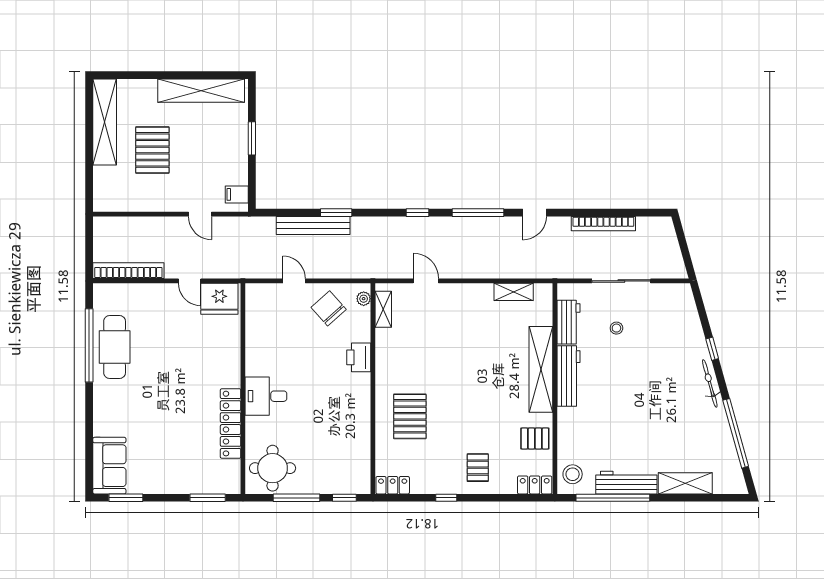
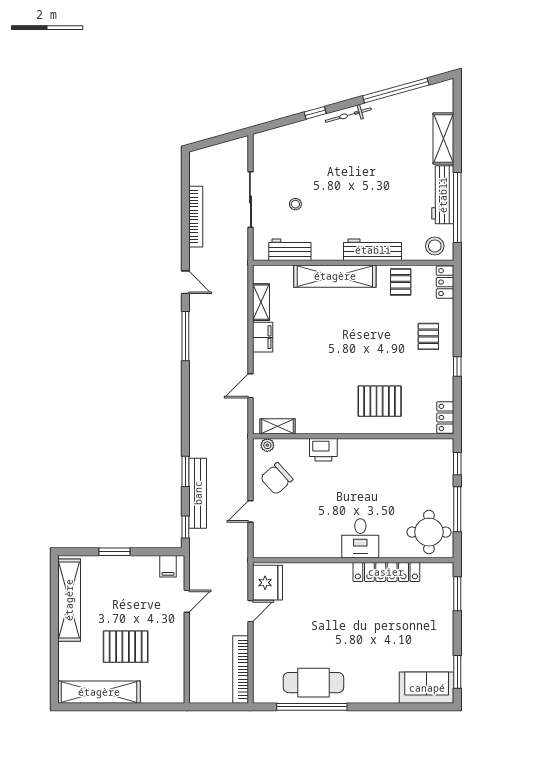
window: (418, 213) -> (185, 527), moved
filing cabinet: (477, 294) -> (263, 337), added
workbench: (569, 376) -> (373, 250), moved
pallet: (478, 468) -> (428, 336), turned 90

